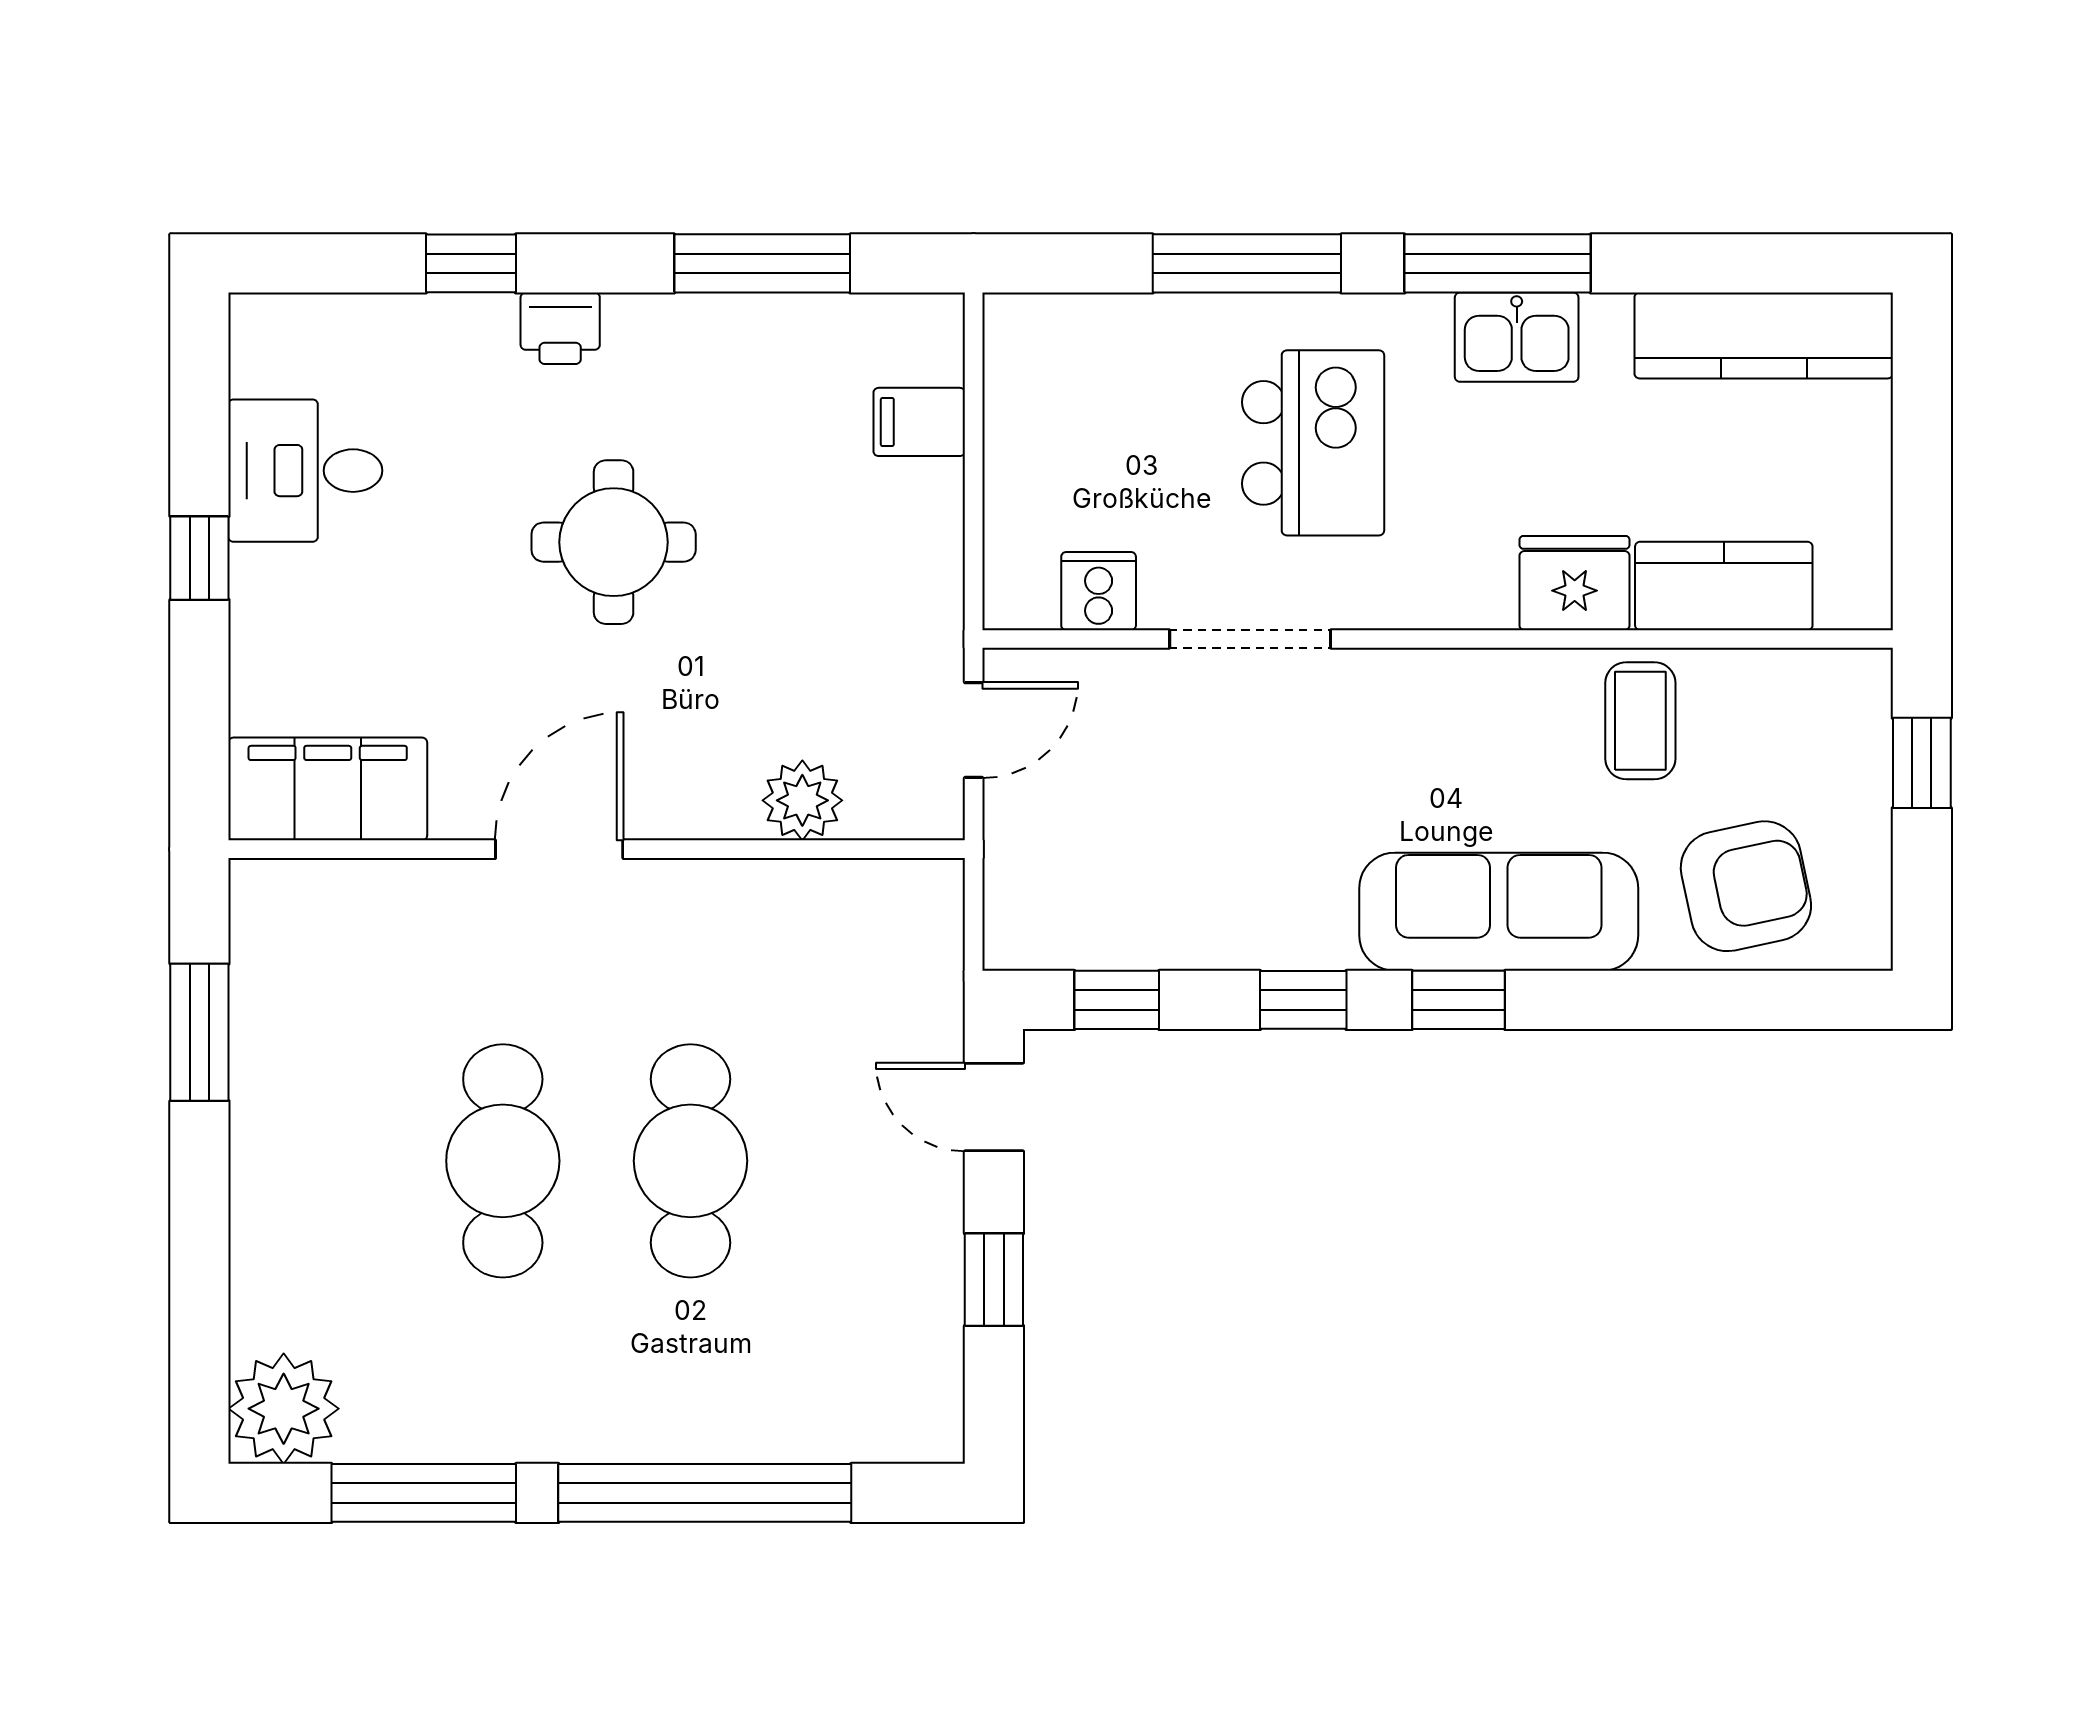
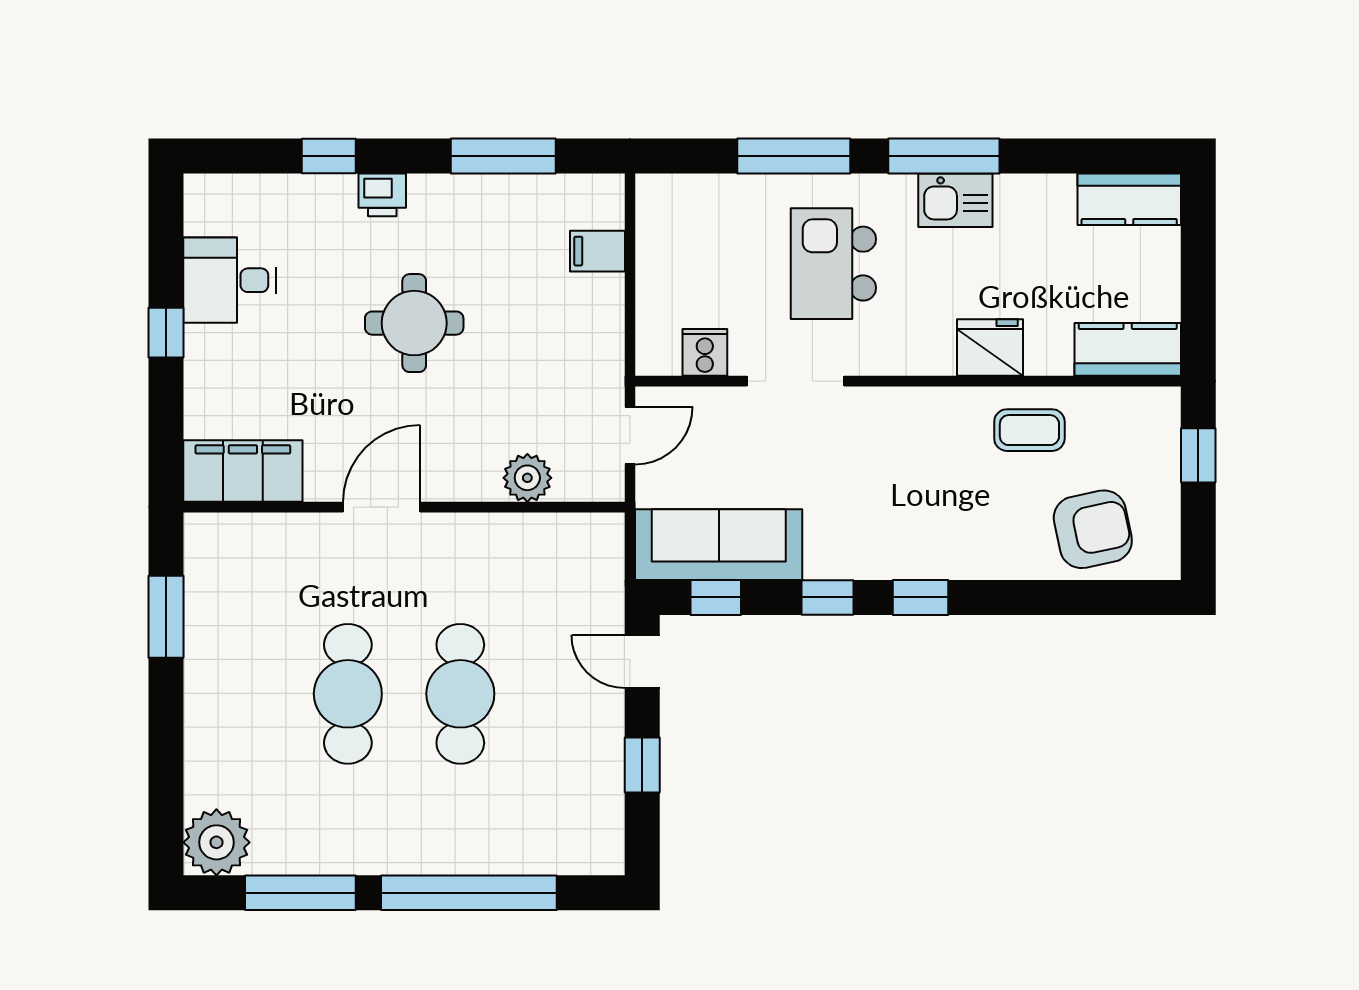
kitchen counter: (1764, 335) -> (1129, 199), width x0.67
kitchen island: (1313, 443) -> (833, 264), turned 180
kitchen counter: (1724, 586) -> (1128, 349), moved
coffee table: (1640, 721) -> (1029, 430), turned 90
sofa: (1499, 912) -> (719, 545), moved

